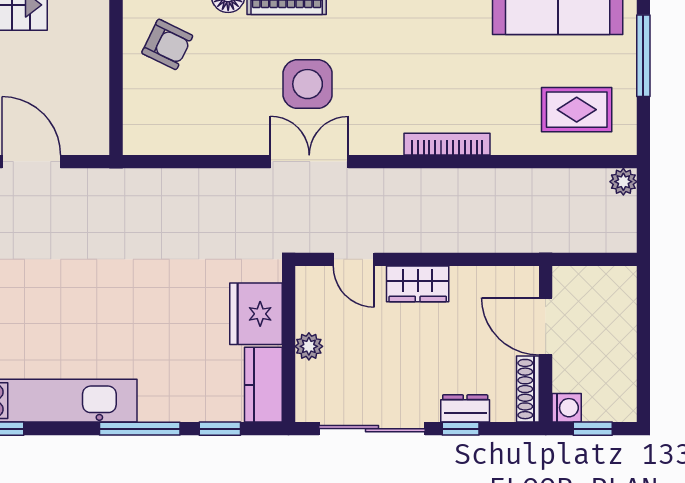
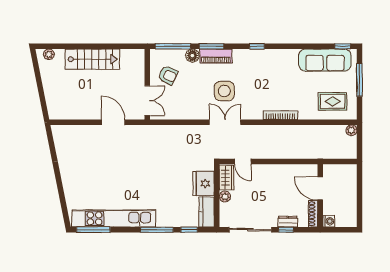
double door: (116, 108) -> (147, 101), added
wardrobe: (418, 284) -> (227, 177), moved, turned -90
window: (593, 429) -> (339, 230), removed

